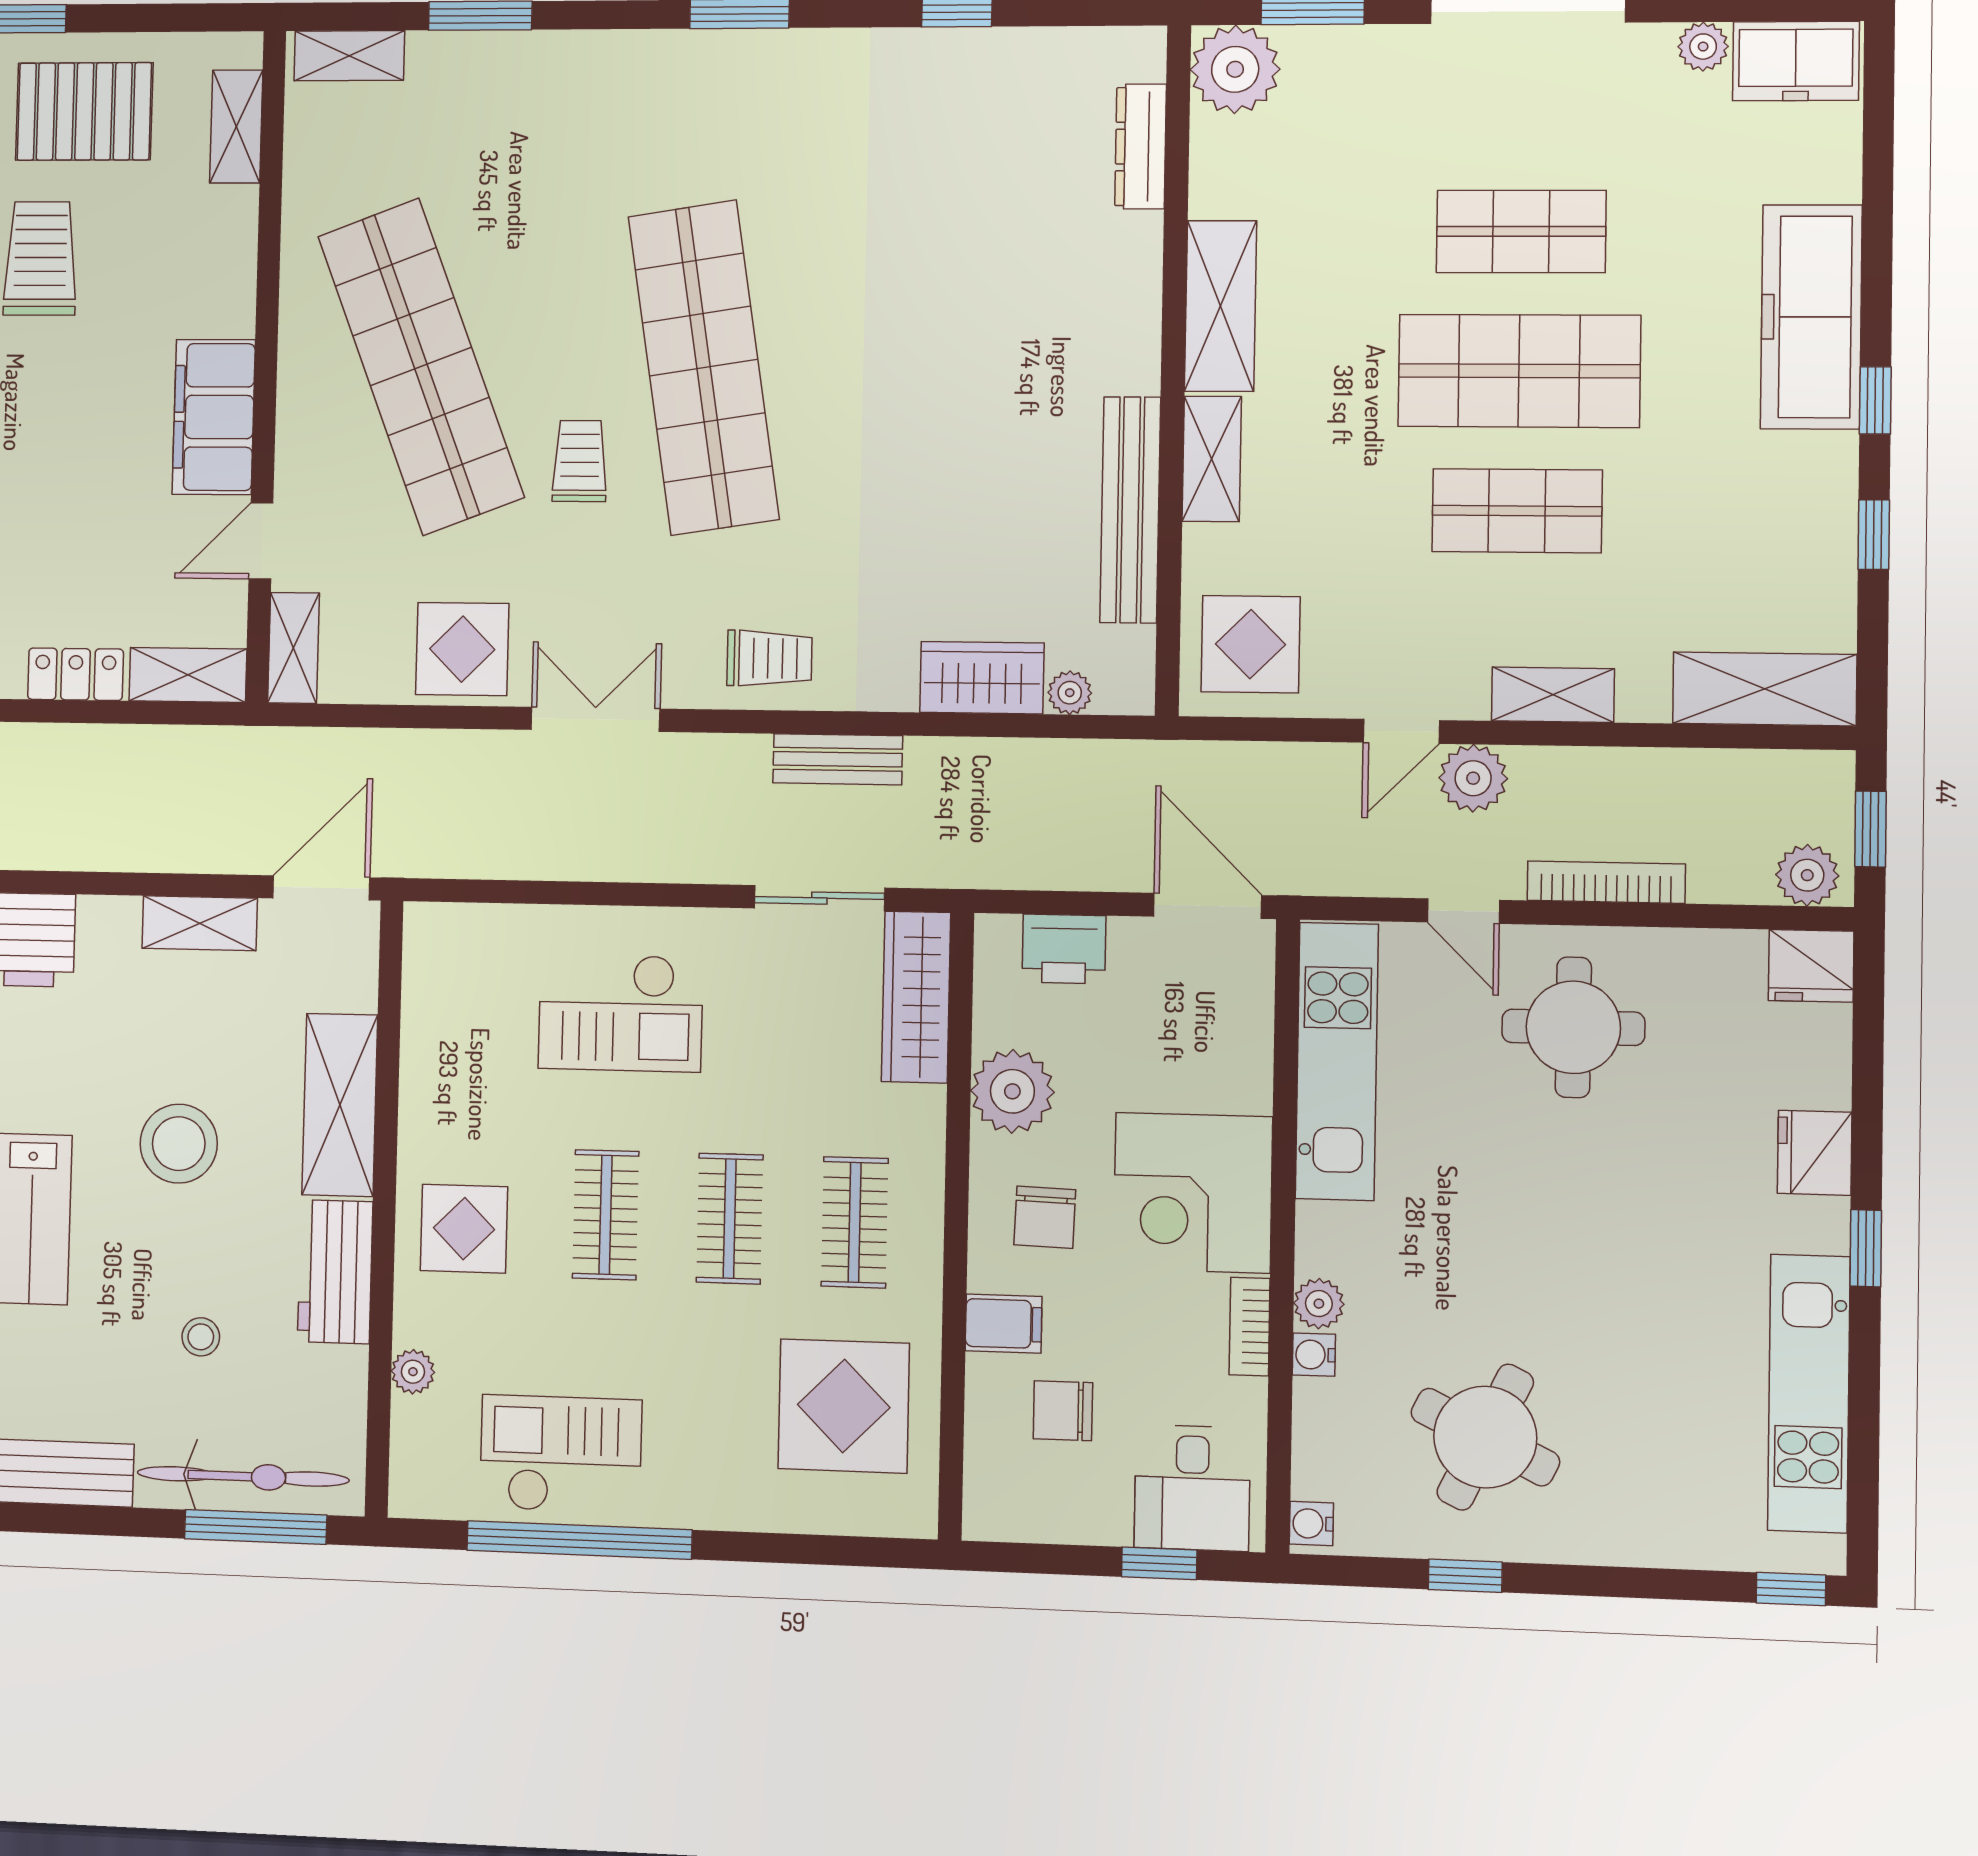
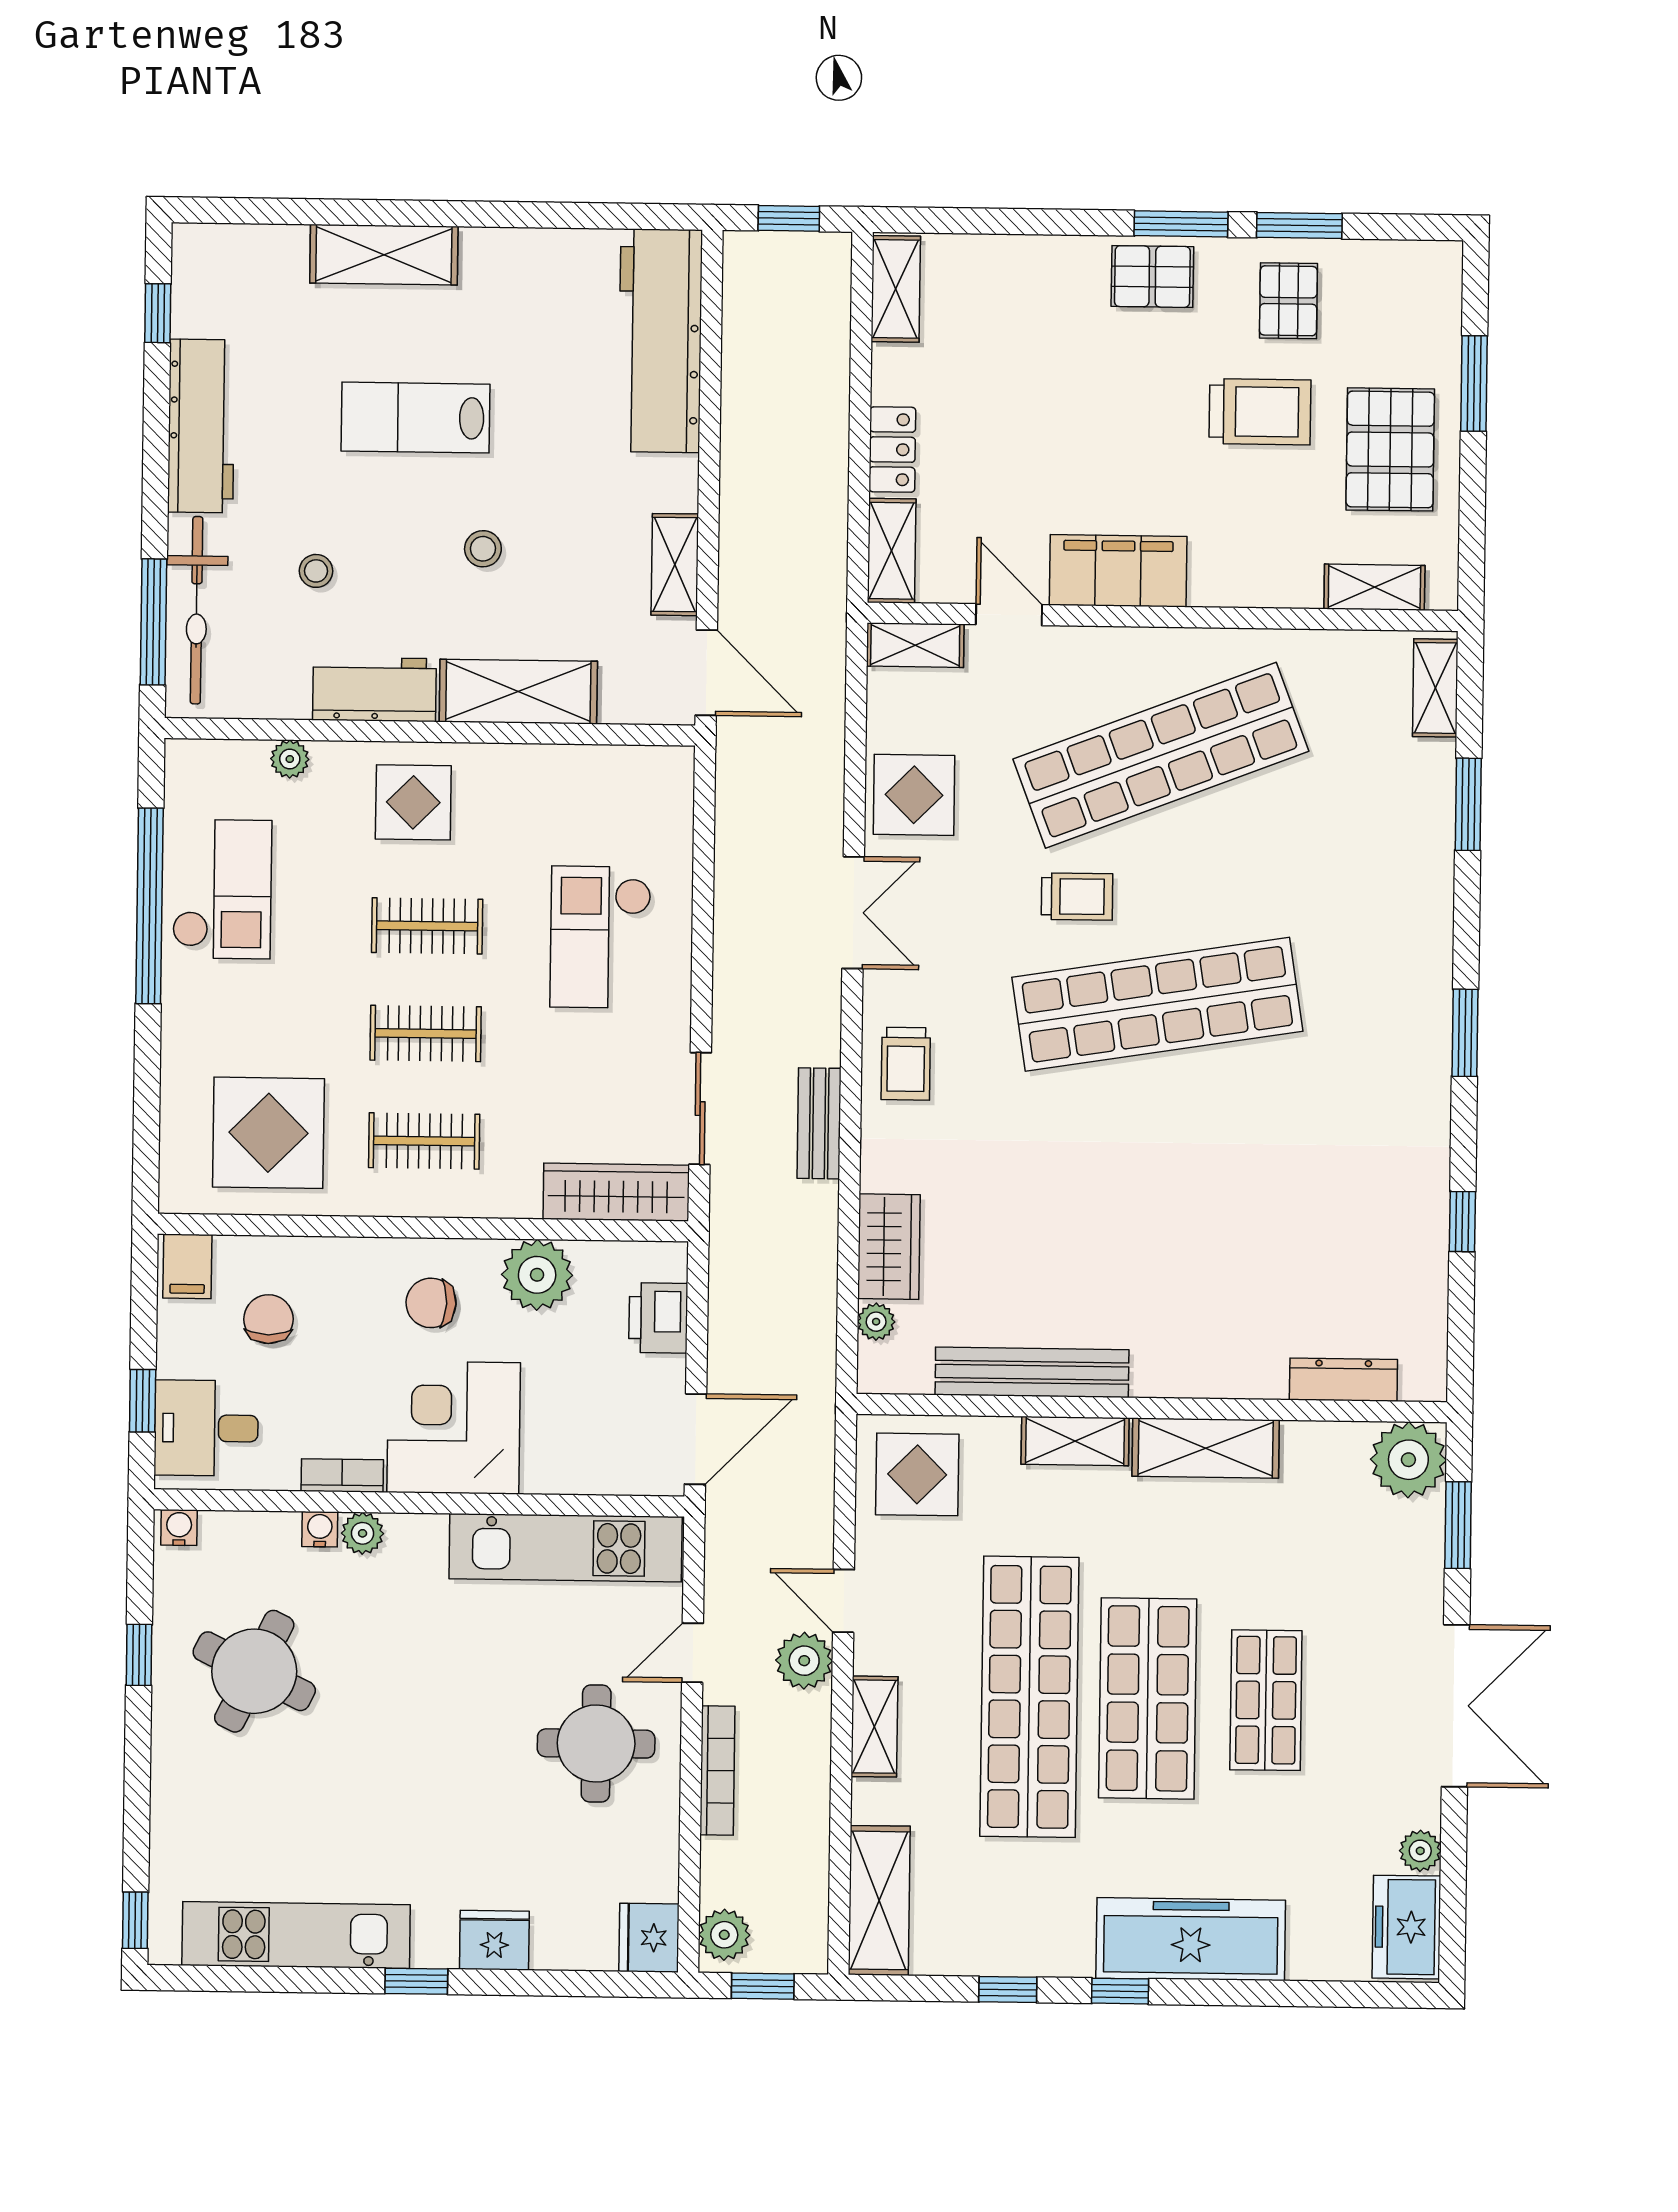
shop shelf: (1517, 511) -> (1029, 1697), width x2.00, depth x1.36
stool: (179, 1144) -> (483, 549), width x0.53, depth x0.53
filing cabinet: (1004, 1324) -> (187, 1266), moved

